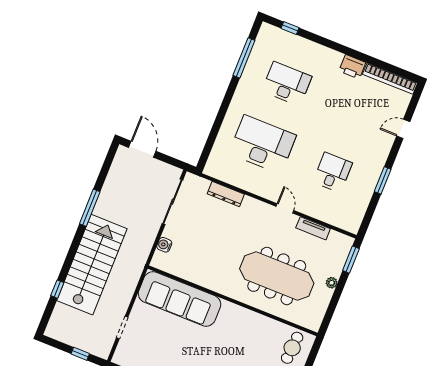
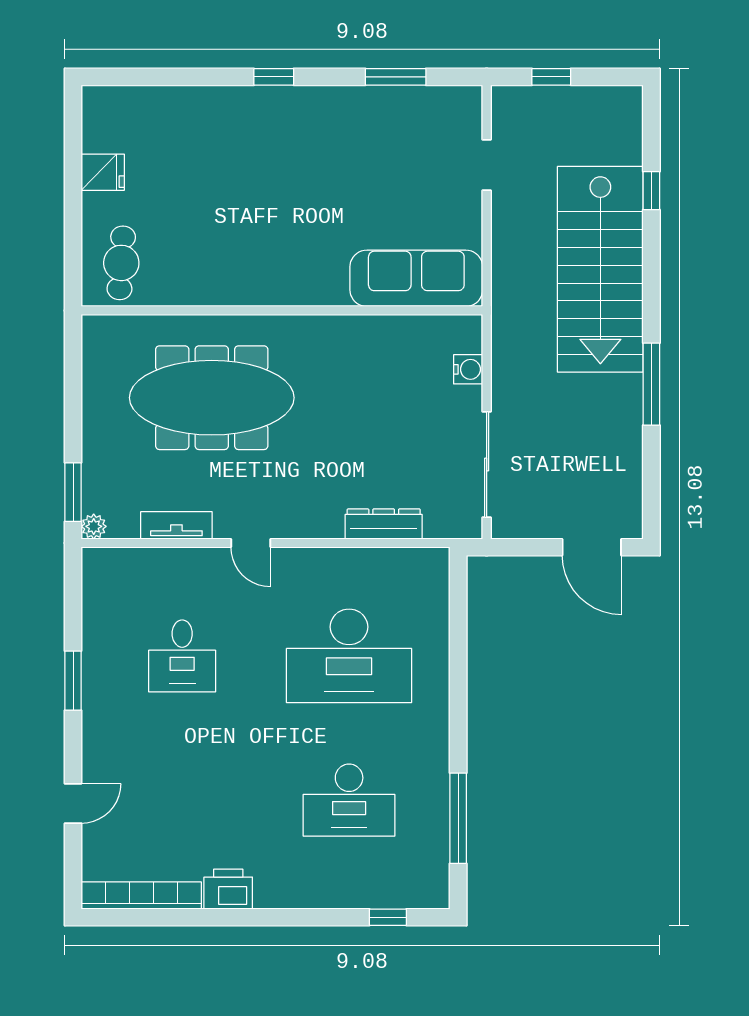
plant: (332, 283) -> (94, 526), moved
sofa: (180, 299) -> (416, 278), width x0.74, depth x0.79

